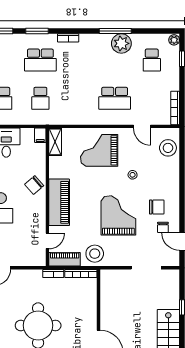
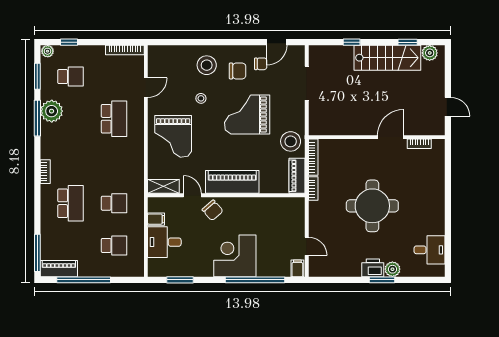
window: (37, 31) -> (37, 76), moved
filing cabinet: (40, 135) -> (156, 219), moved
stool: (168, 148) -> (207, 65), moved
chair: (157, 207) -> (238, 71), turned 90
door: (47, 241) -> (192, 195), moved

